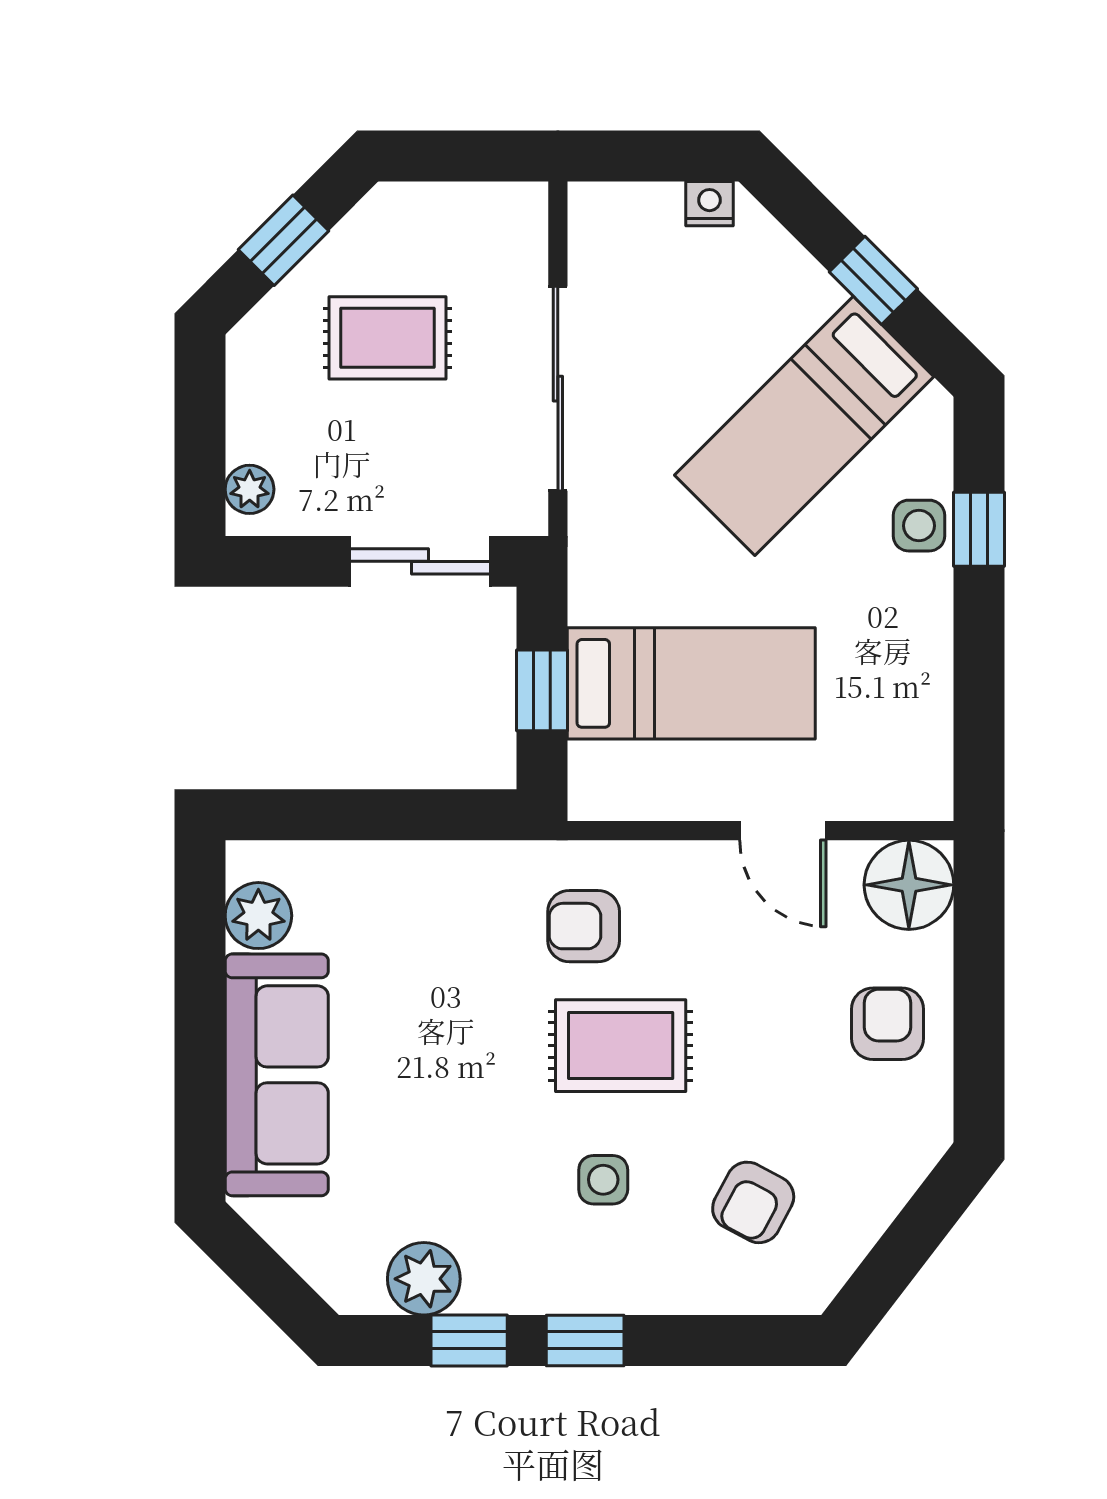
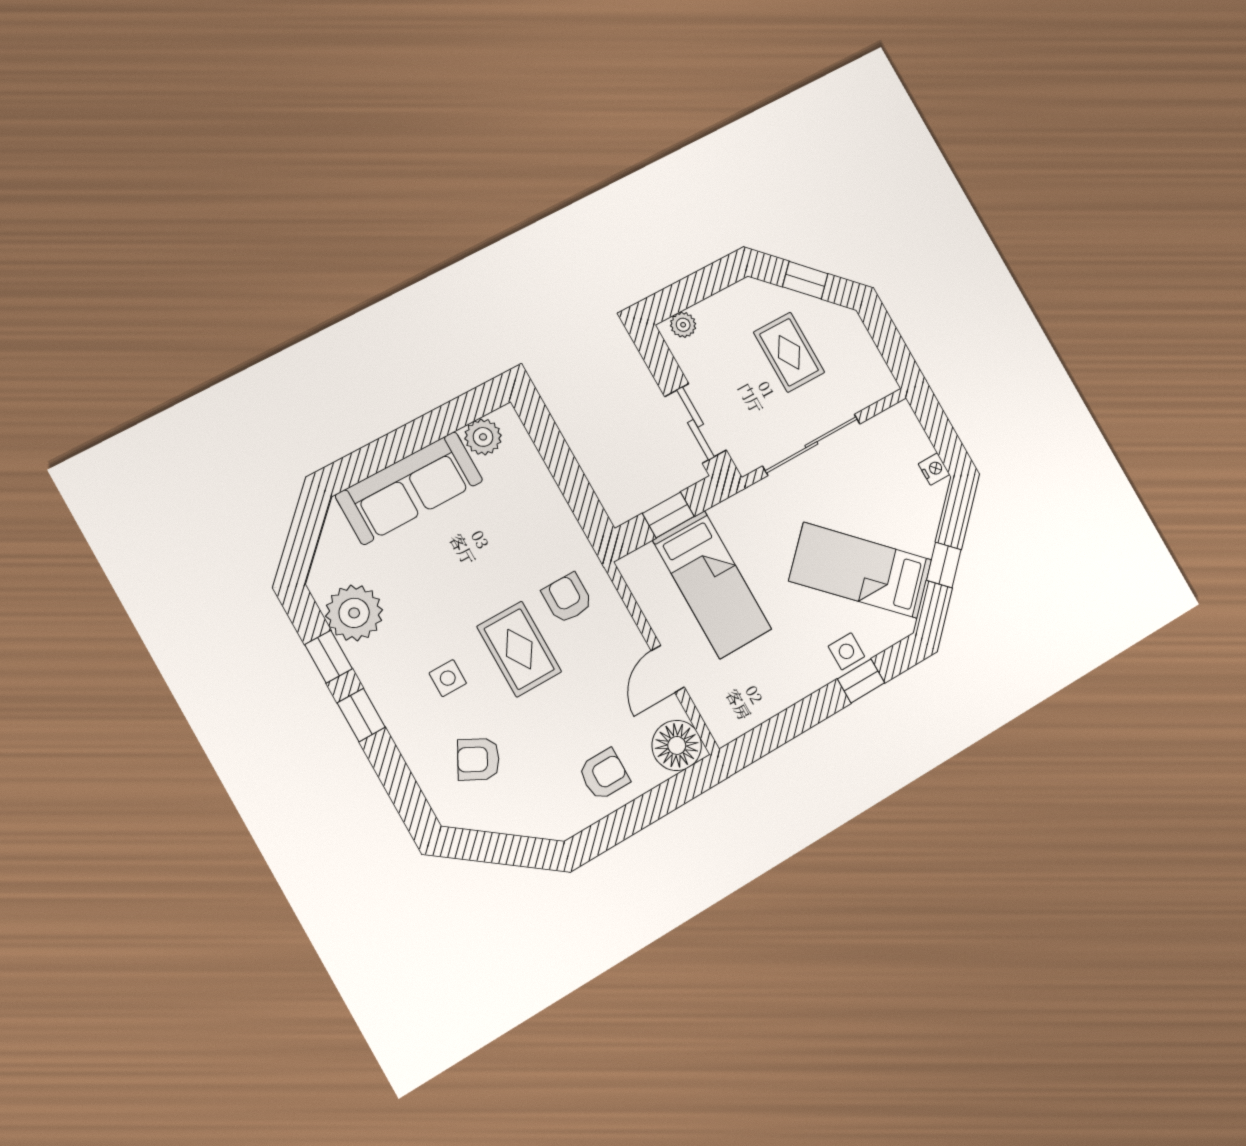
plant: (424, 1279) -> (354, 613), width x1.36, depth x1.36

